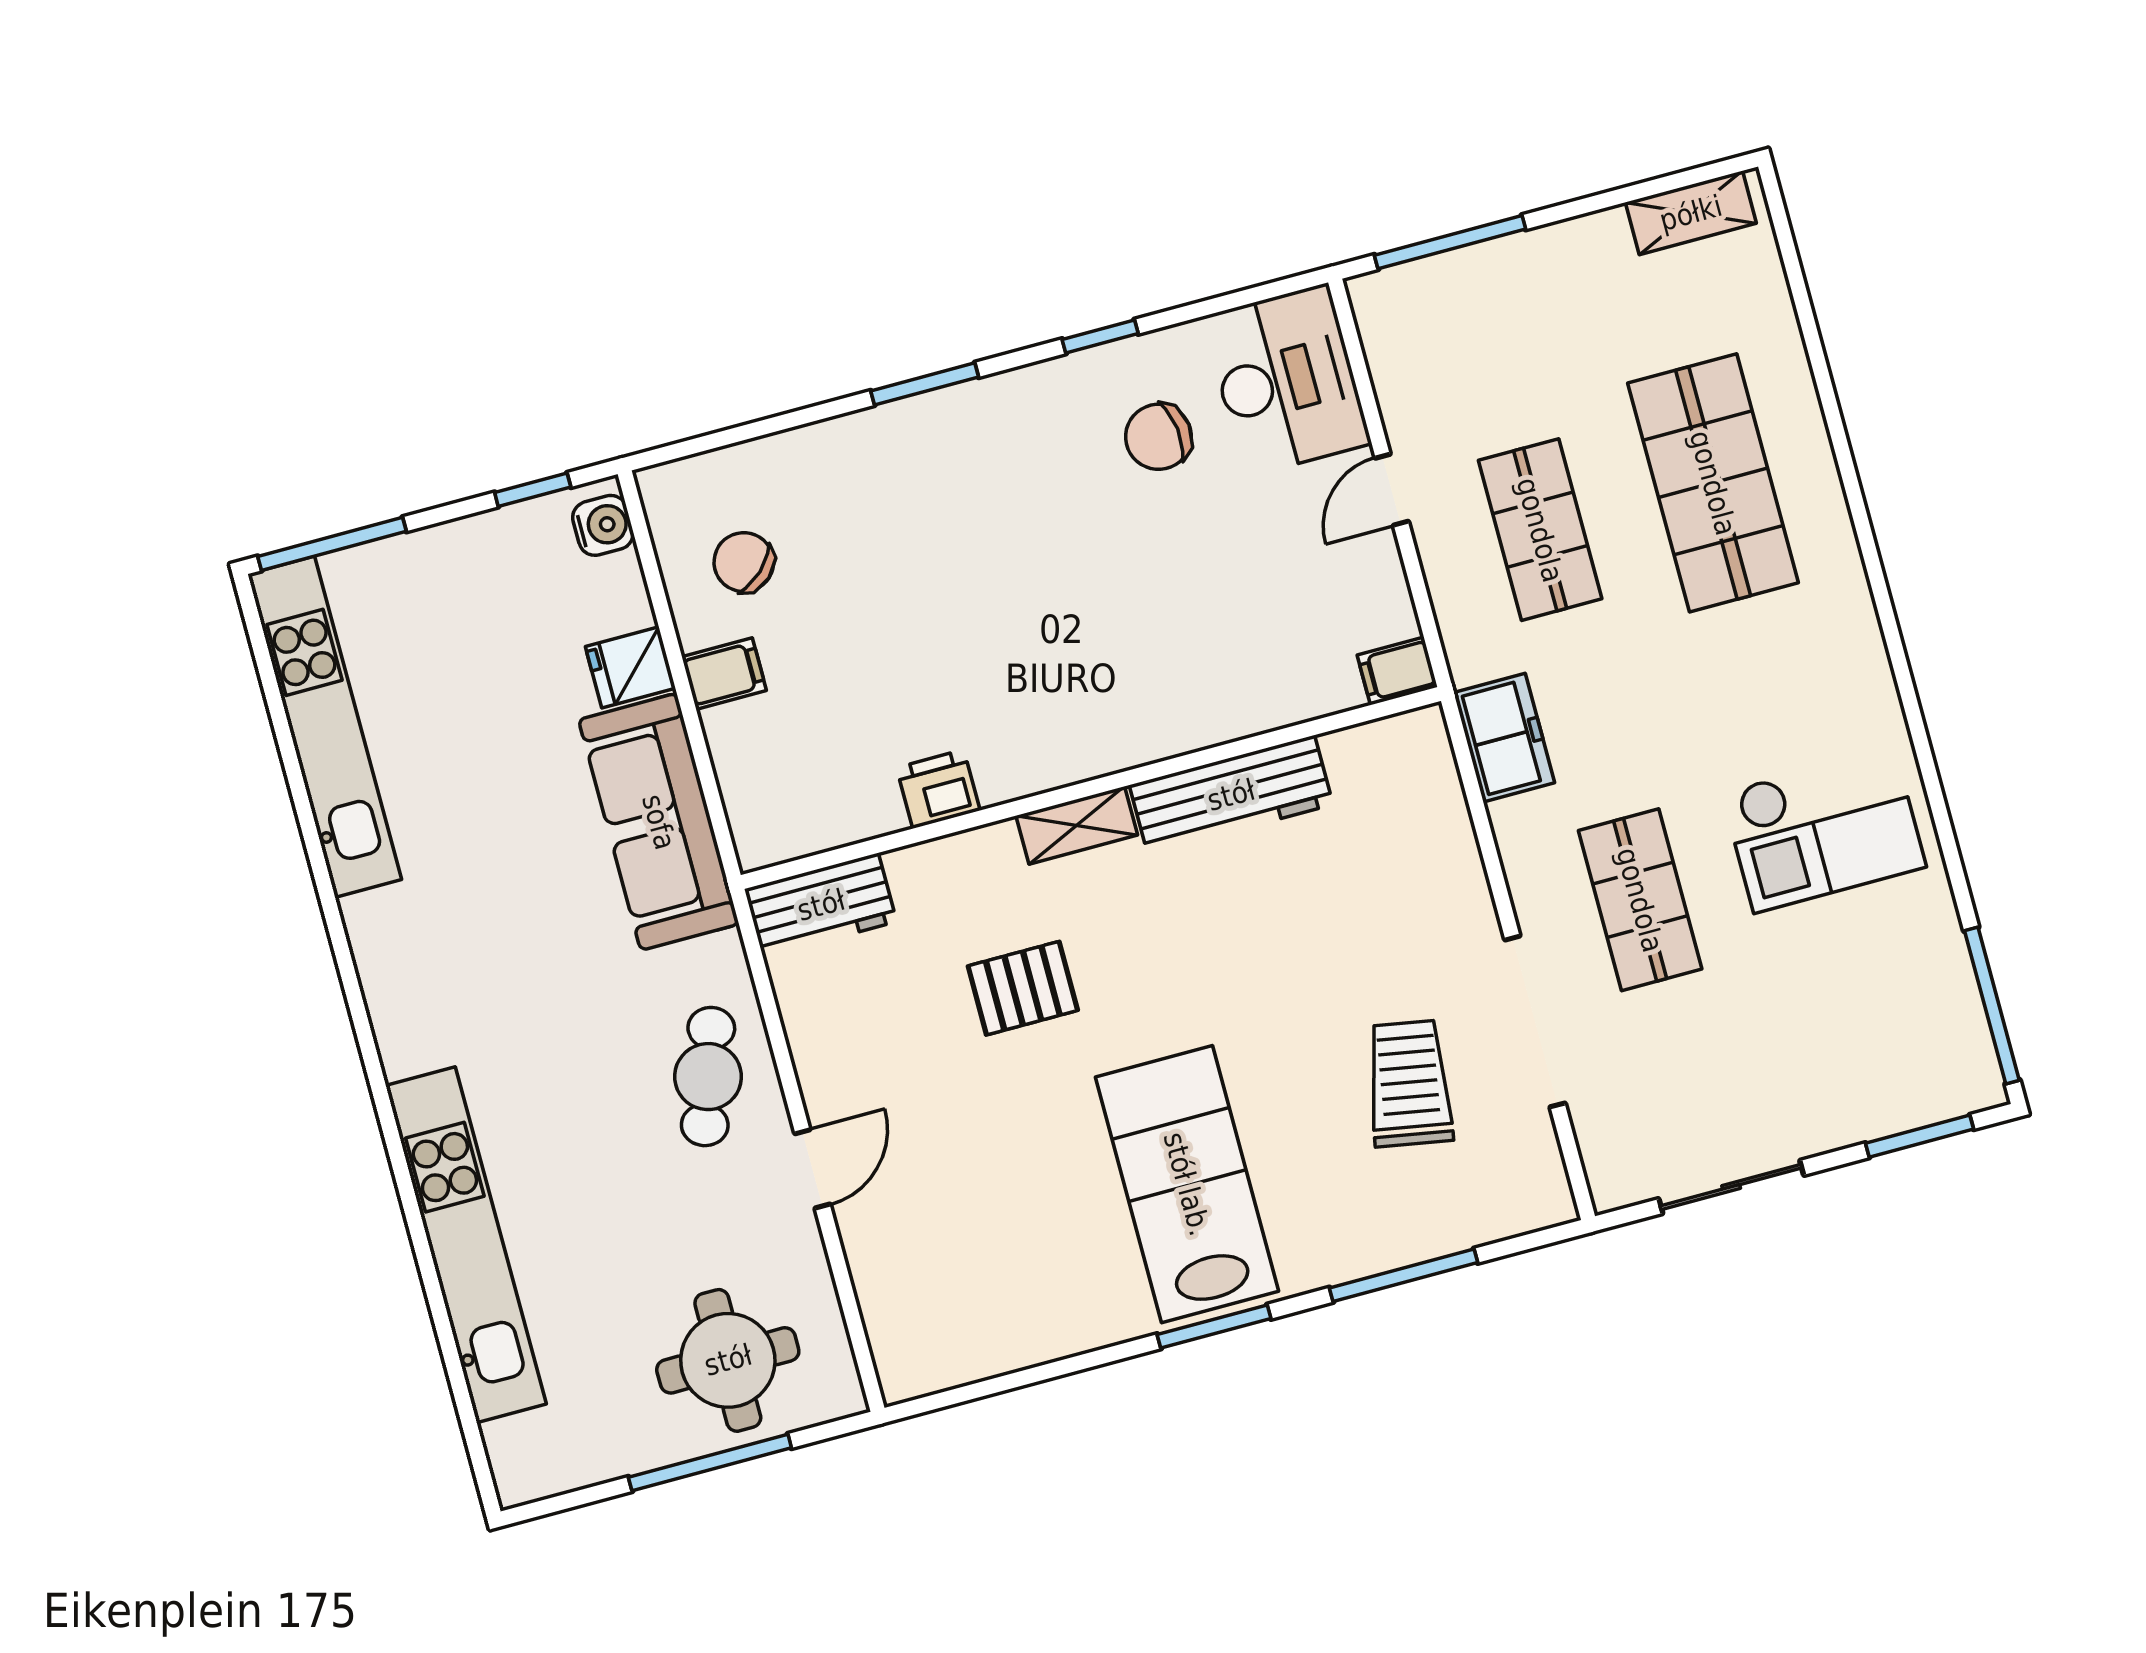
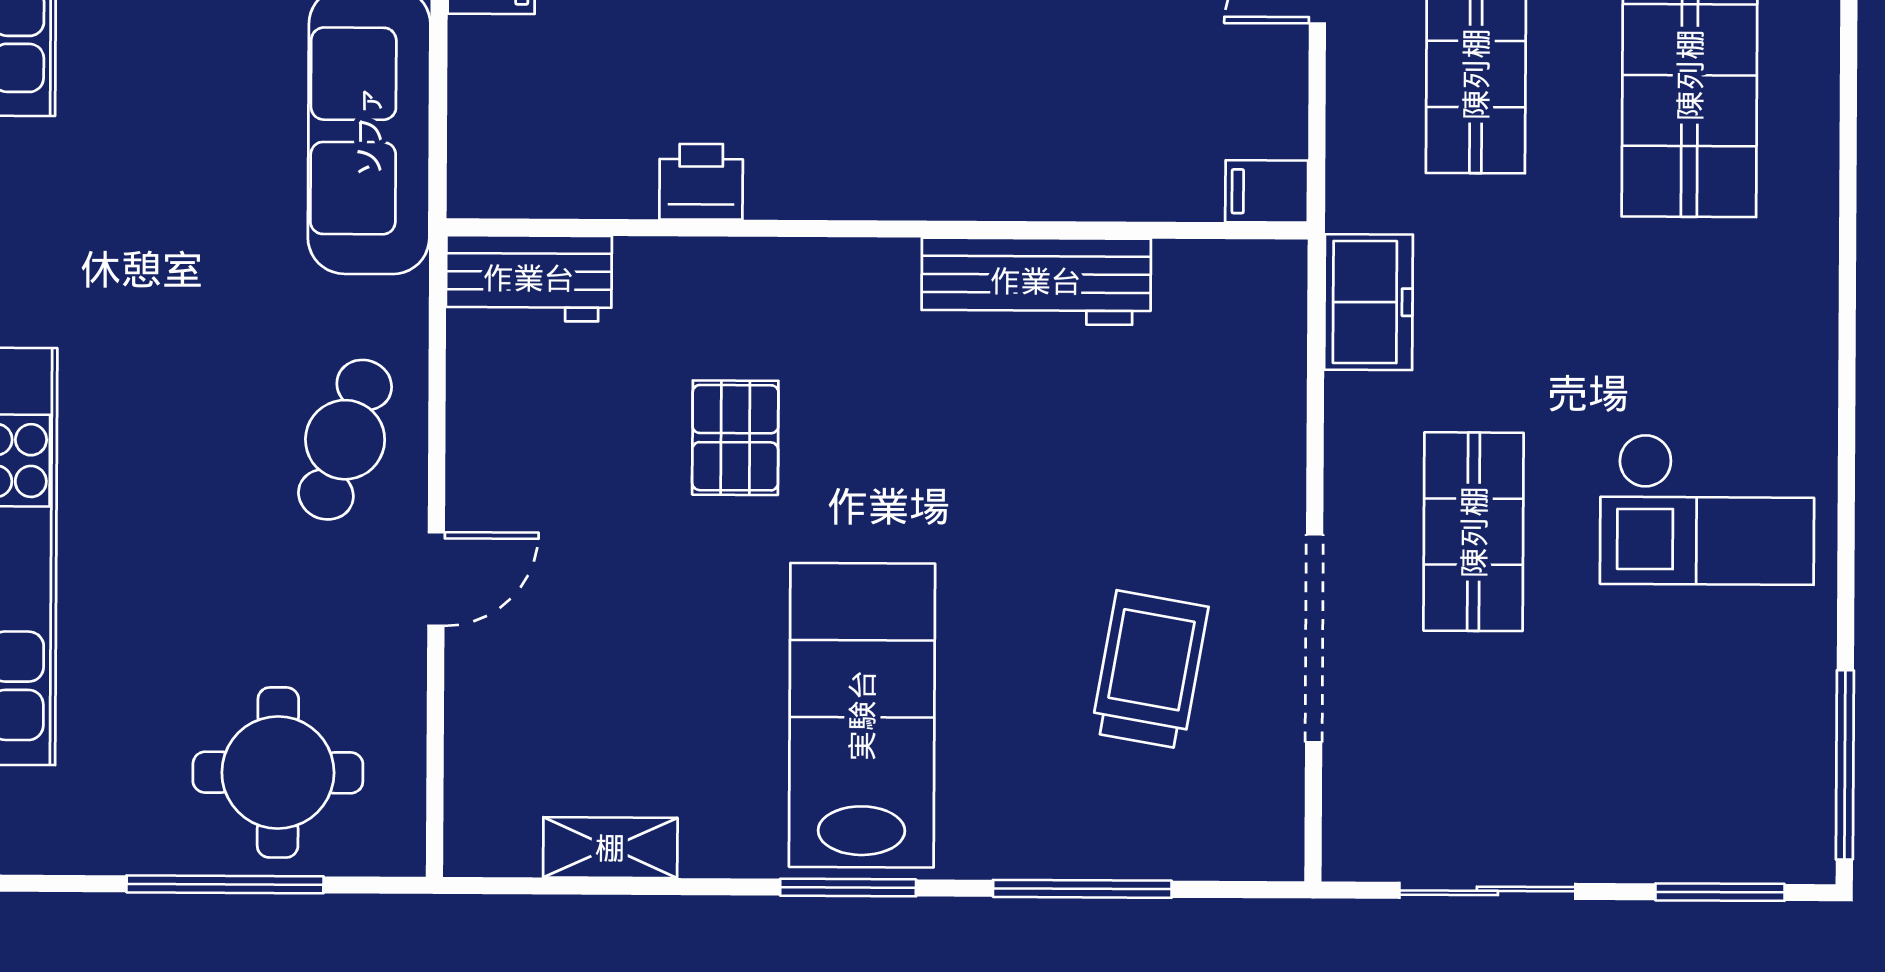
shelving: (1077, 825) -> (610, 848), moved
pallet: (1023, 988) -> (735, 438), turned 90

